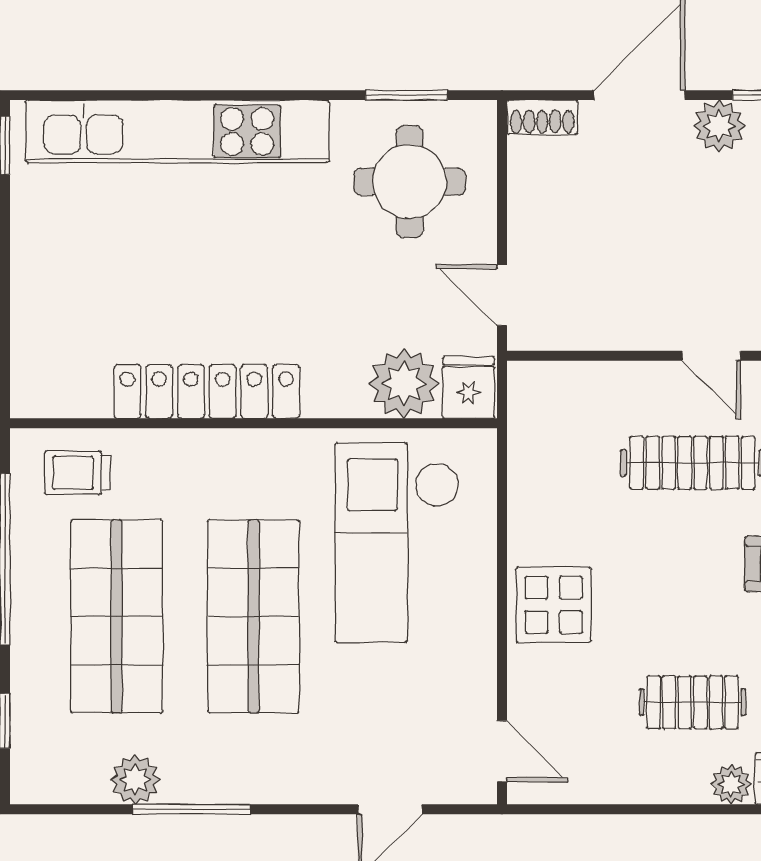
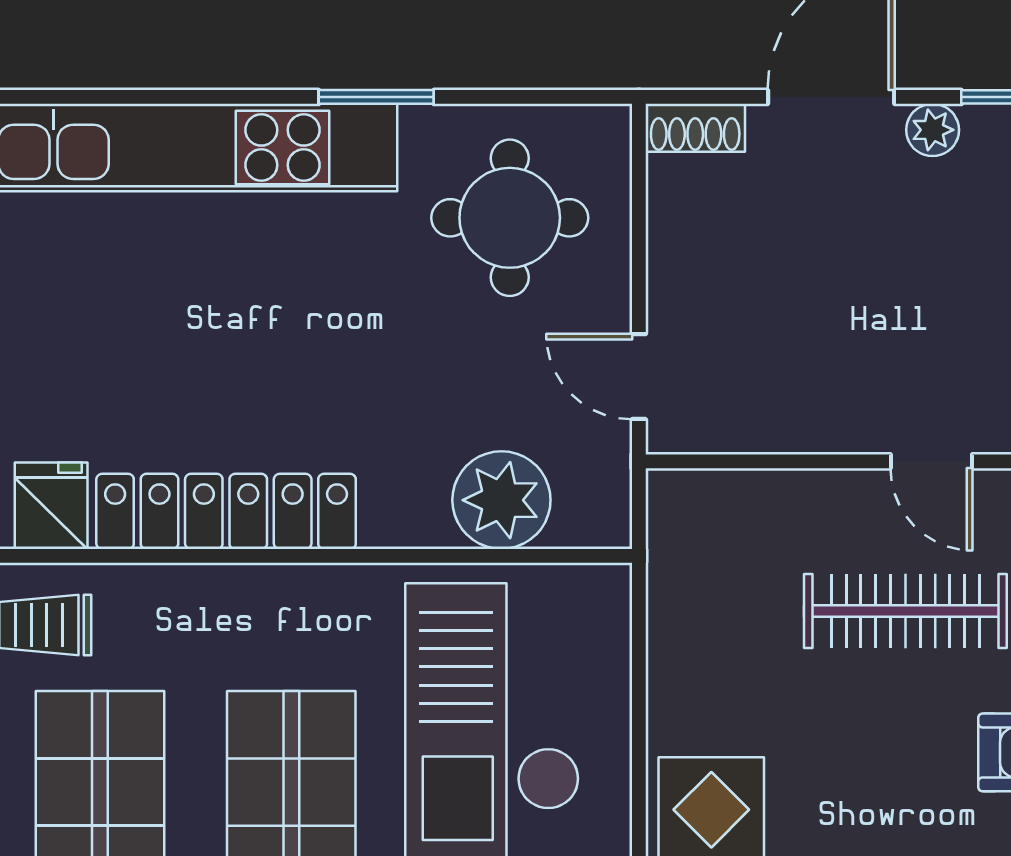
window: (406, 95) -> (376, 97), moved
plant: (719, 126) -> (933, 130), width x0.73, depth x0.73
fridge: (469, 387) -> (51, 506), moved

